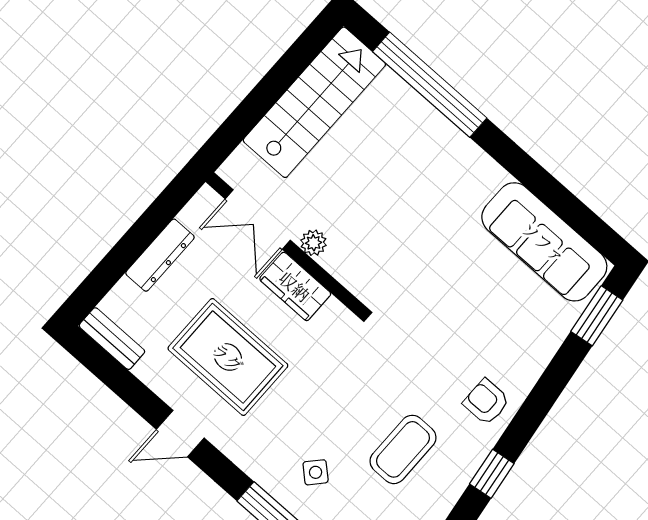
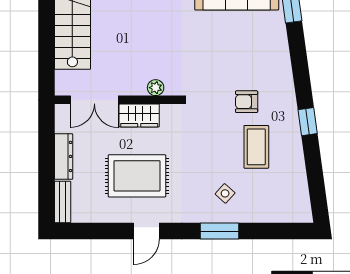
plant: (314, 243) -> (156, 88), moved
bench: (112, 339) -> (63, 202), moved, turned 90
armchair: (486, 402) -> (247, 102), moved

